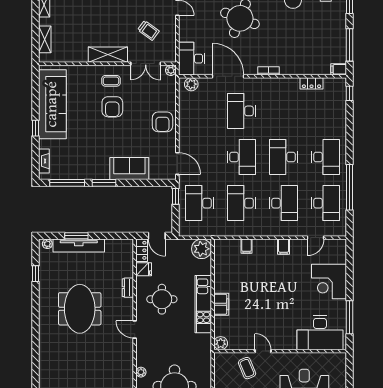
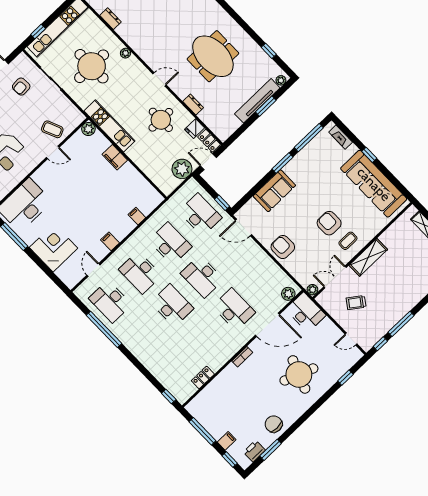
filing cabinet: (339, 69) -> (227, 441), moved
desk: (325, 157) -> (142, 334), removed
plant: (202, 249) -> (182, 169), moved
kitchen unit: (203, 304) -> (110, 126), moved

